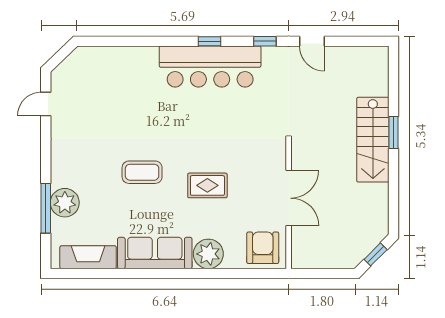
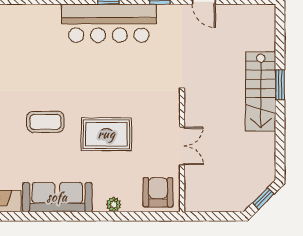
rug: (207, 185) -> (106, 134), width x1.36, depth x1.43
double door: (289, 198) -> (182, 146), width x0.73
plant: (208, 254) -> (114, 204), width x0.53, depth x0.53

